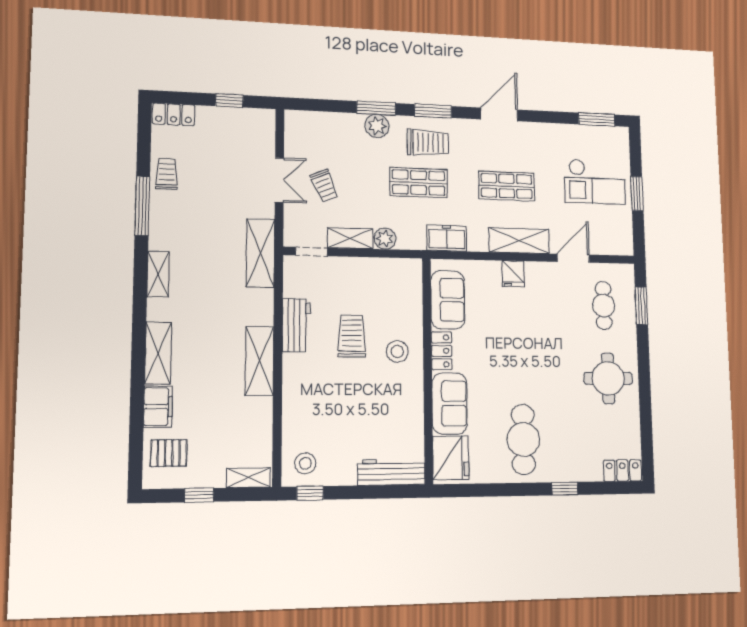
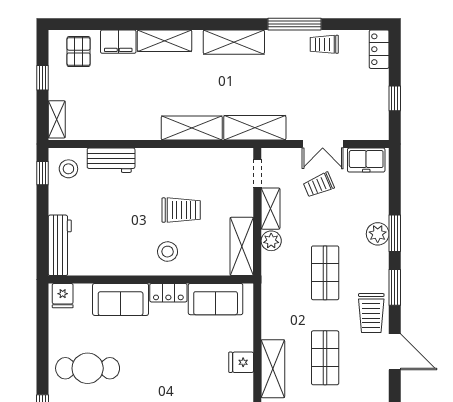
trolley: (428, 143) -> (371, 313), moved
trolley: (167, 174) -> (324, 44), turned 180
freezer: (447, 238) -> (366, 160), moved, turned 90
shelving: (391, 270) -> (242, 246), added
shelving: (158, 274) -> (234, 42), width x1.50, depth x1.33
workbench: (296, 325) -> (111, 160), moved
shelving: (260, 361) -> (192, 128), moved
fridge: (451, 458) -> (63, 296), width x0.53, depth x0.75

